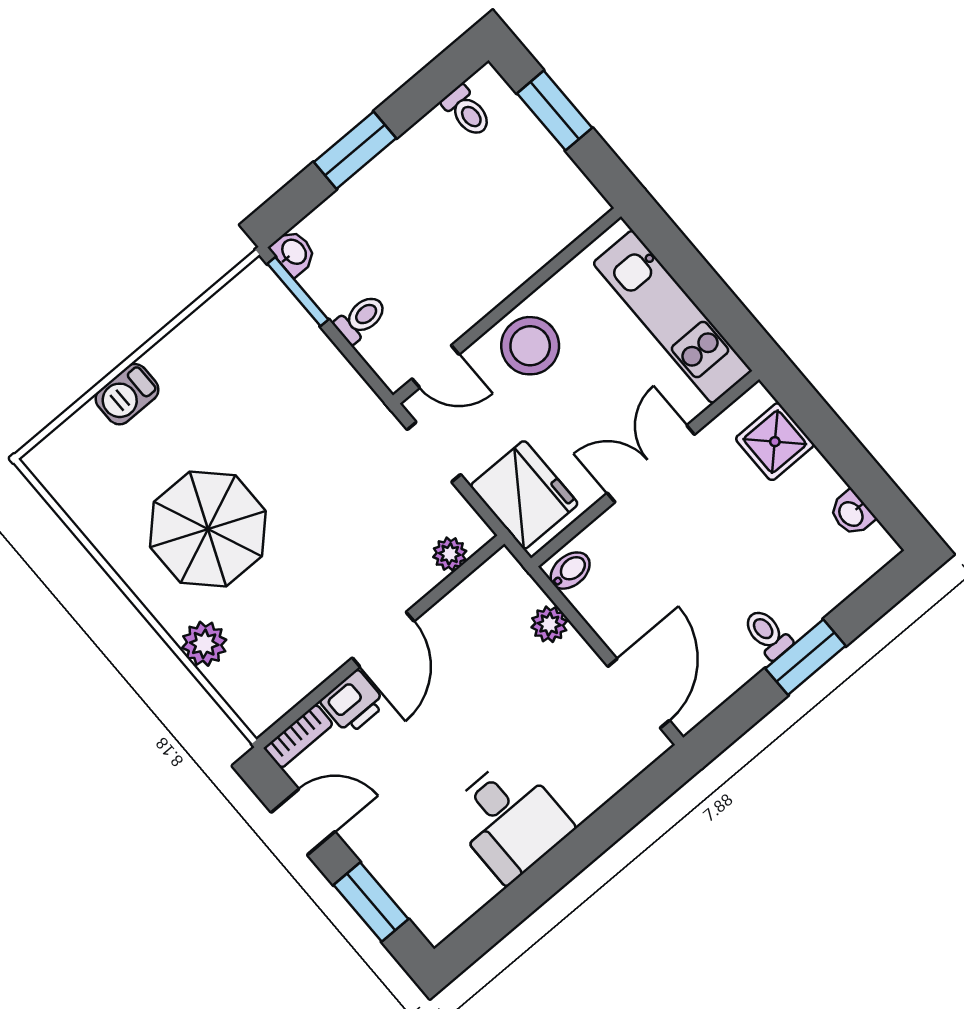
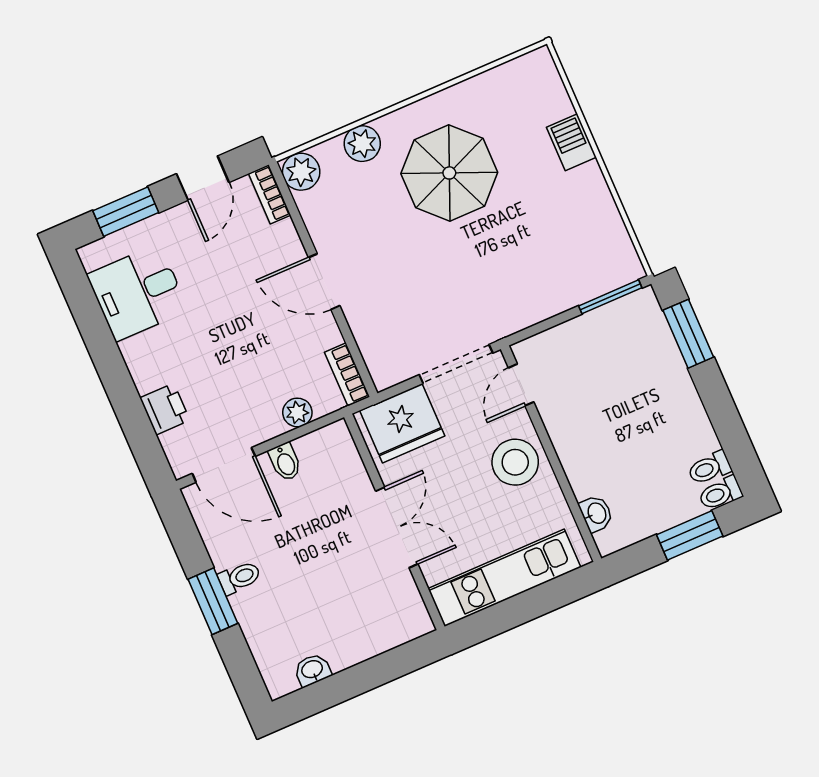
window: (355, 150) -> (688, 334), moved
washbasin: (293, 252) -> (596, 514), moved, turned -90
toilet: (361, 319) -> (720, 493), moved, turned 90
shower: (775, 442) -> (385, 628), removed
doorway: (434, 452) -> (456, 364), width x1.38
plant: (450, 554) -> (301, 172), moved, width x1.38, depth x1.38
bidet: (570, 571) -> (285, 462), moved
bookcase: (486, 578) -> (347, 375), added
printer: (353, 702) -> (165, 409), moved, turned 180
desk: (509, 820) -> (138, 293), moved

